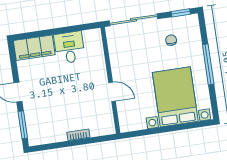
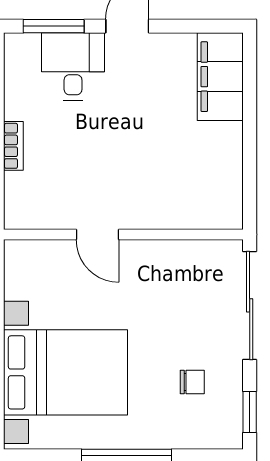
desk: (69, 47) -> (73, 66), moved, turned -90
door: (112, 92) -> (97, 234), hinge flipped

